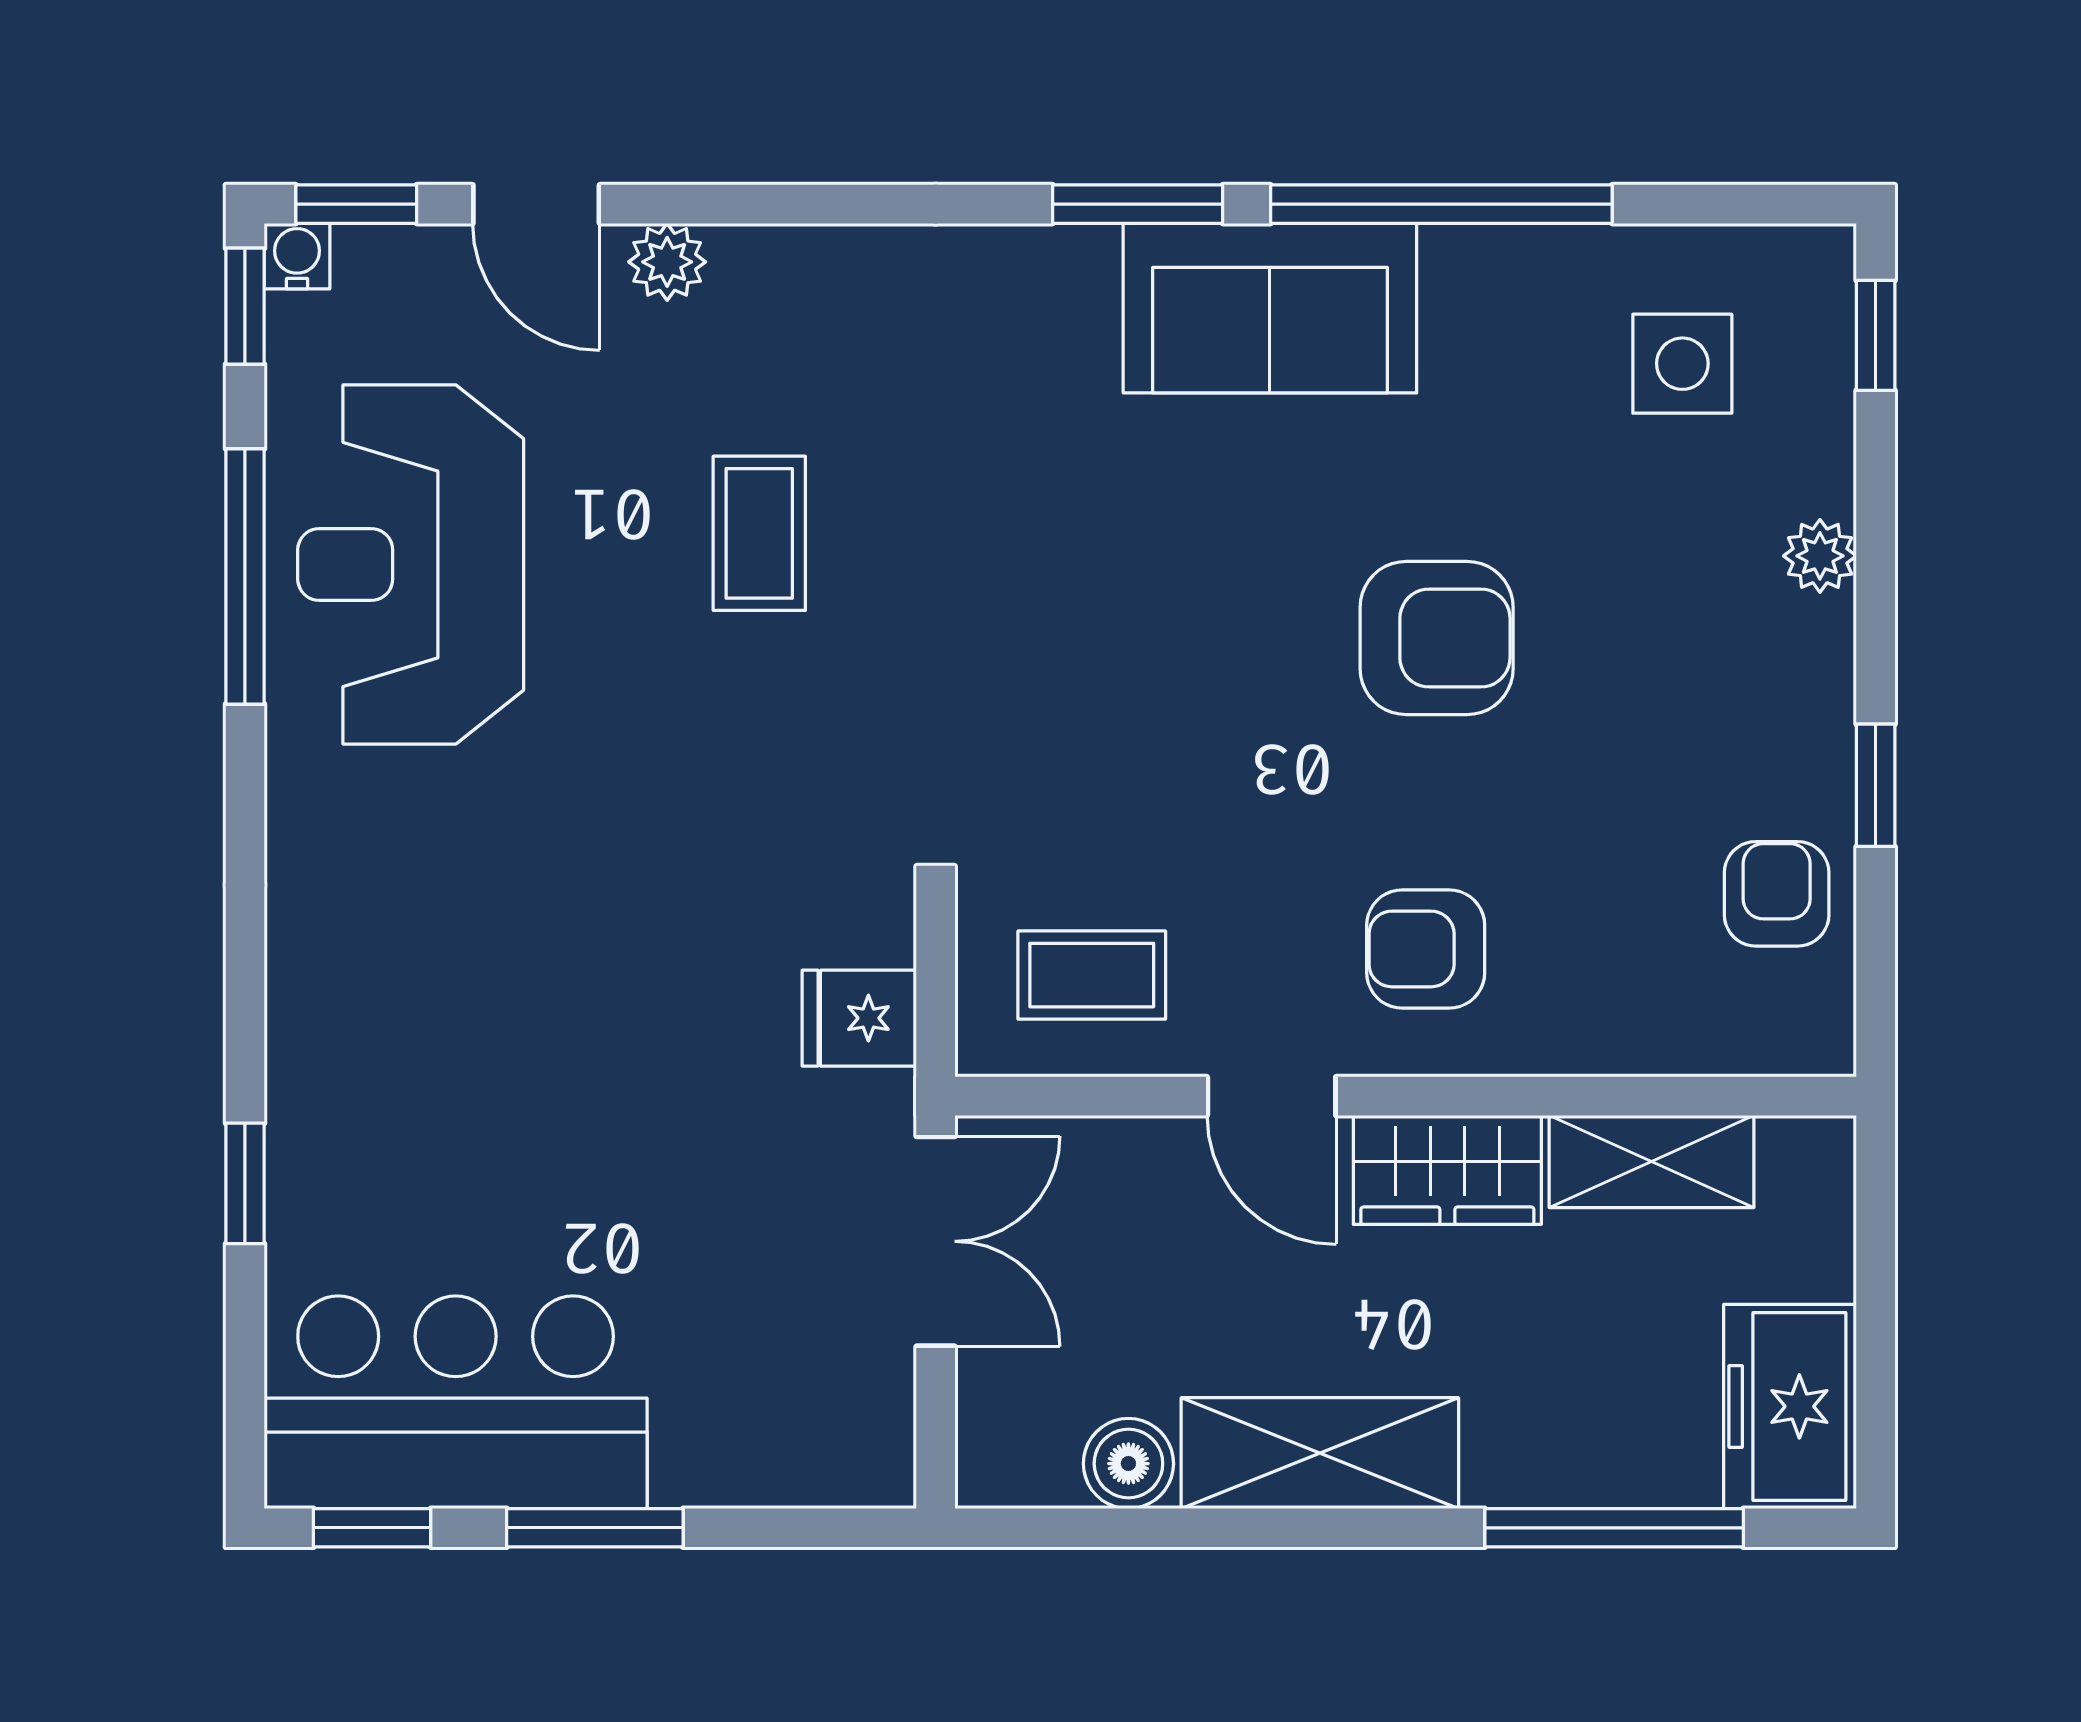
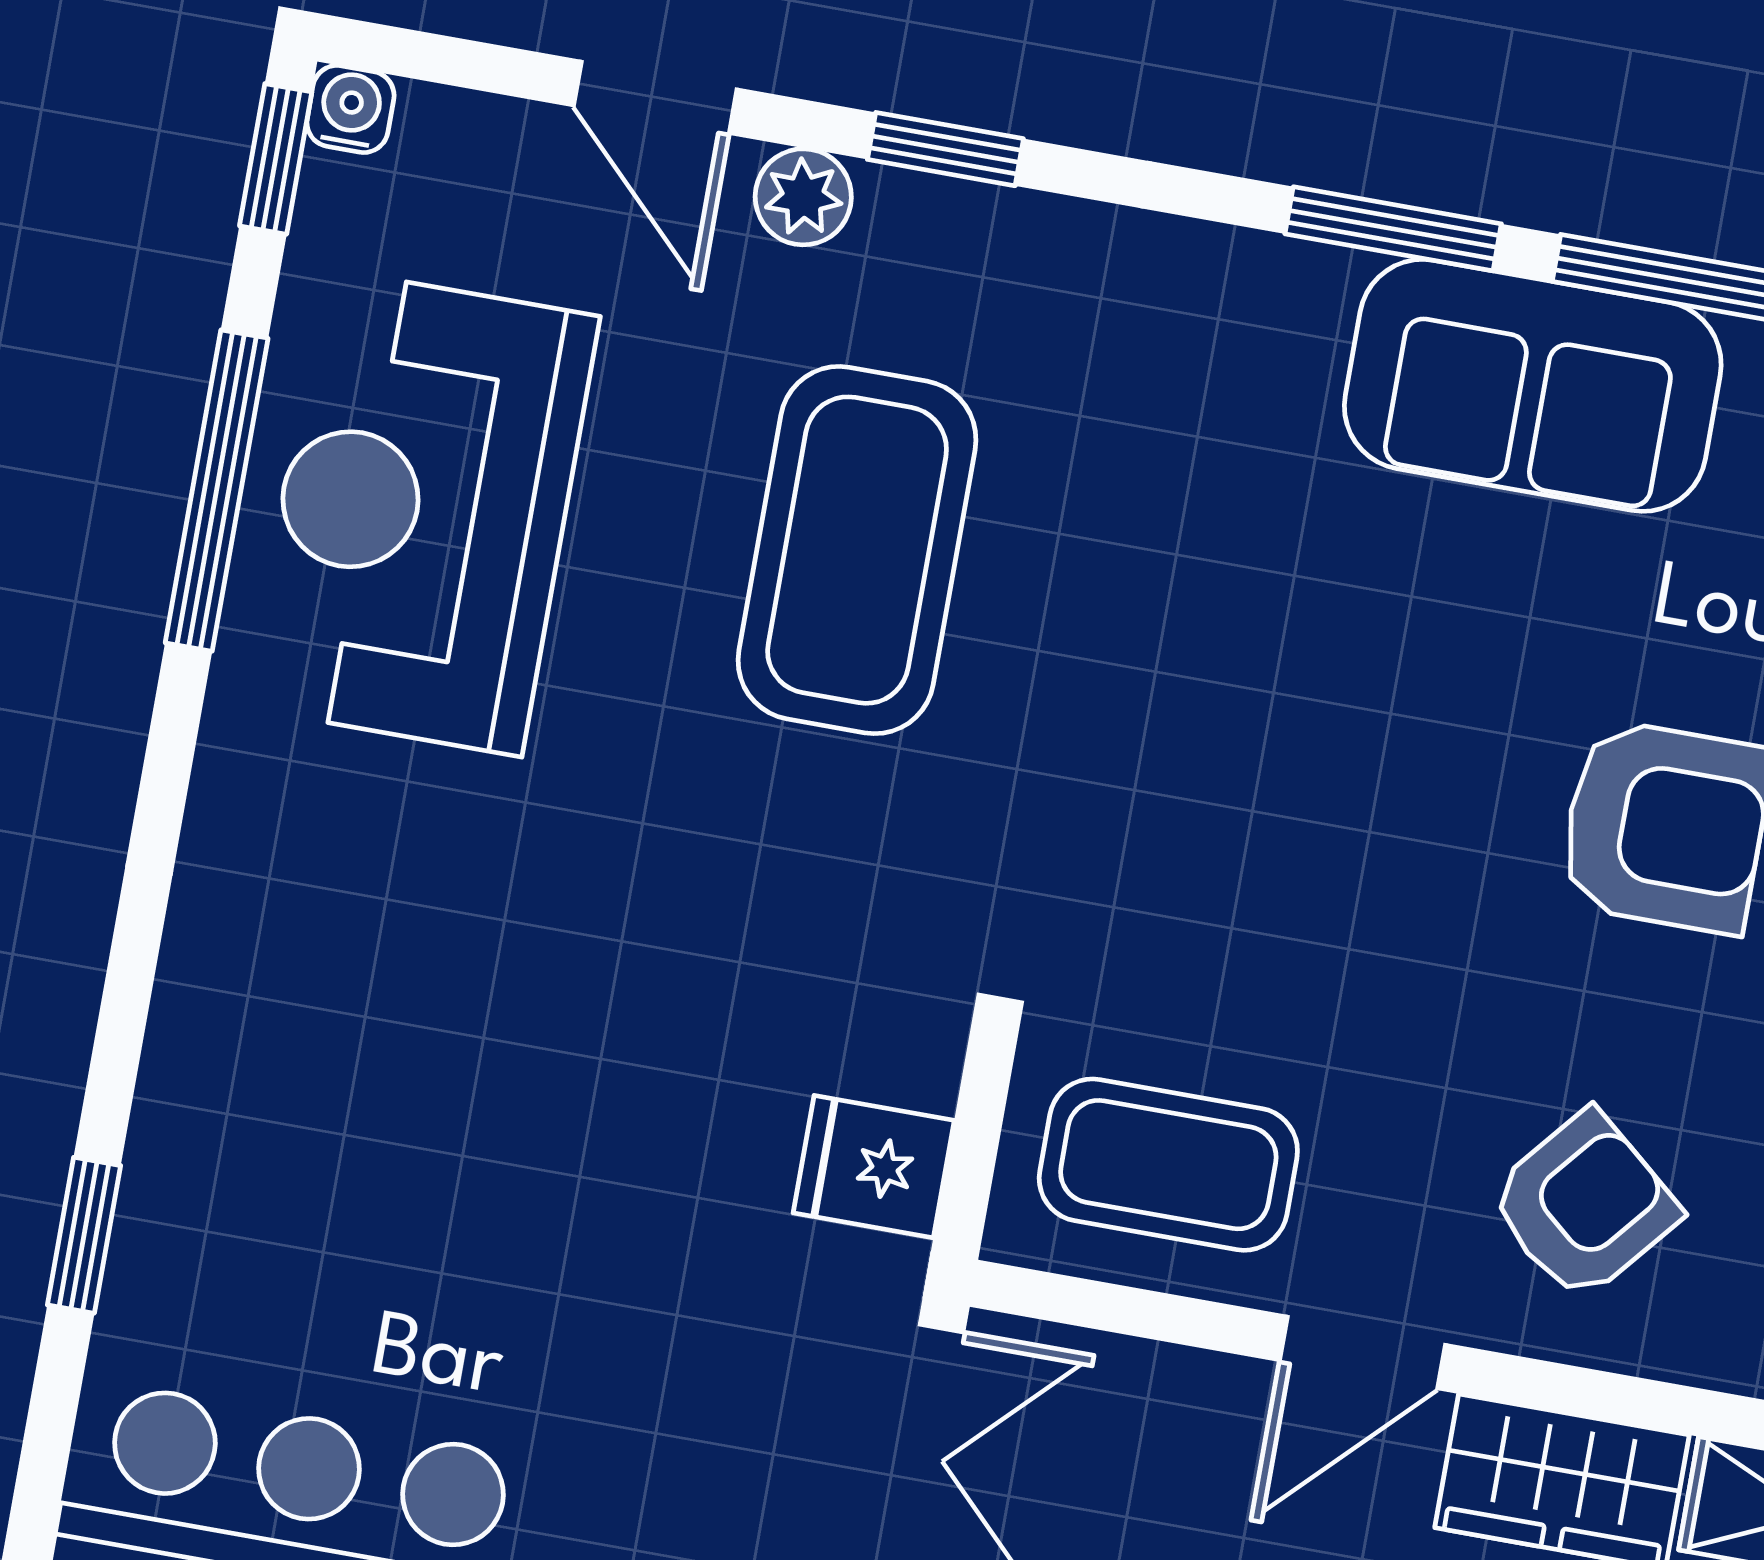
window: (356, 204) -> (945, 149), moved
coffee table: (759, 533) -> (857, 550), width x1.86, depth x1.72
armchair: (1426, 949) -> (1584, 1206), turned 130
coffee table: (1092, 975) -> (1168, 1165), width x1.36, depth x1.30
door: (1272, 1096) -> (1363, 1353), hinge flipped

